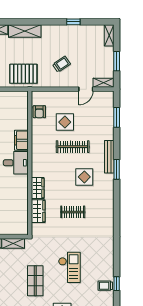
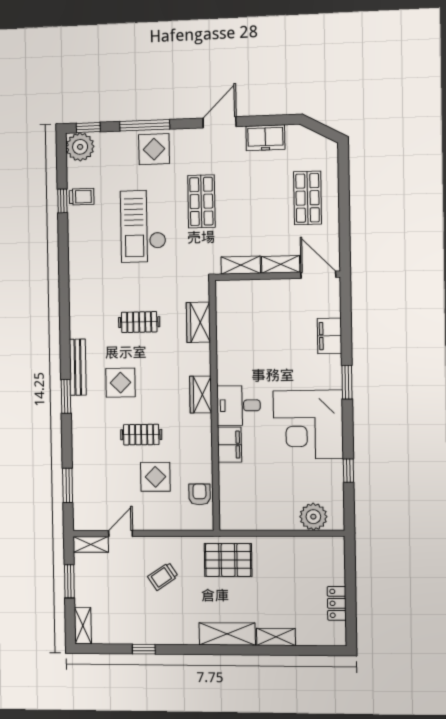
clothes rail: (73, 147) -> (141, 435), width x0.73
bench: (109, 157) -> (78, 367), moved
wardrobe: (38, 188) -> (201, 395), moved
checkout: (69, 267) -> (143, 226), width x1.36, depth x1.21

